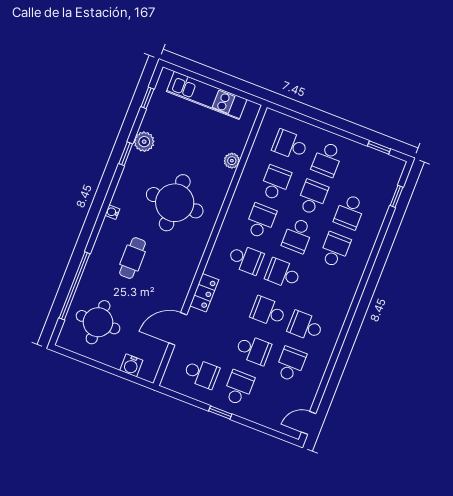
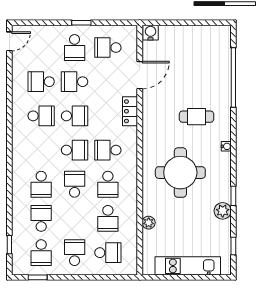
school desk: (312, 197) -> (41, 253), moved
cafe table: (133, 258) -> (196, 117), turned 90
round table: (98, 322) -> (204, 56), removed
school desk: (291, 364) -> (41, 82), turned 90
water cooler: (131, 365) -> (151, 33), moved

